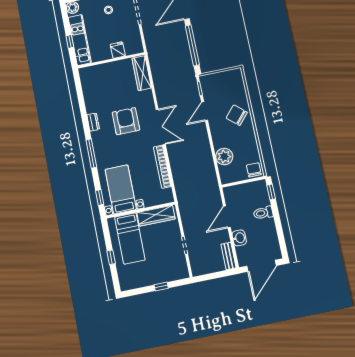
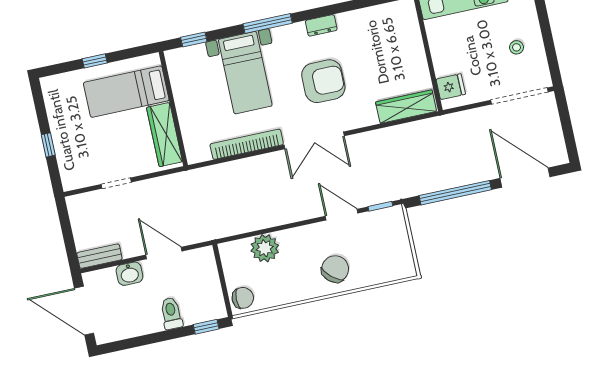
fridge: (118, 50) -> (451, 87), moved
bed with nightstands: (121, 189) -> (245, 73), moved, turned 90

